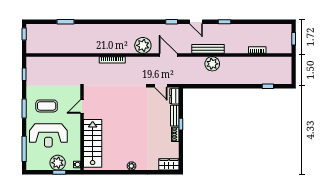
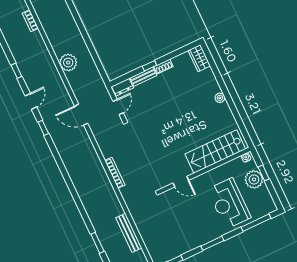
plant: (143, 45) -> (84, 147), removed
bench: (208, 49) -> (129, 233), moved
door: (168, 55) -> (81, 115), hinge flipped
coffee table: (47, 106) -> (198, 220), removed
reception desk: (48, 135) -> (229, 203), turned 180

